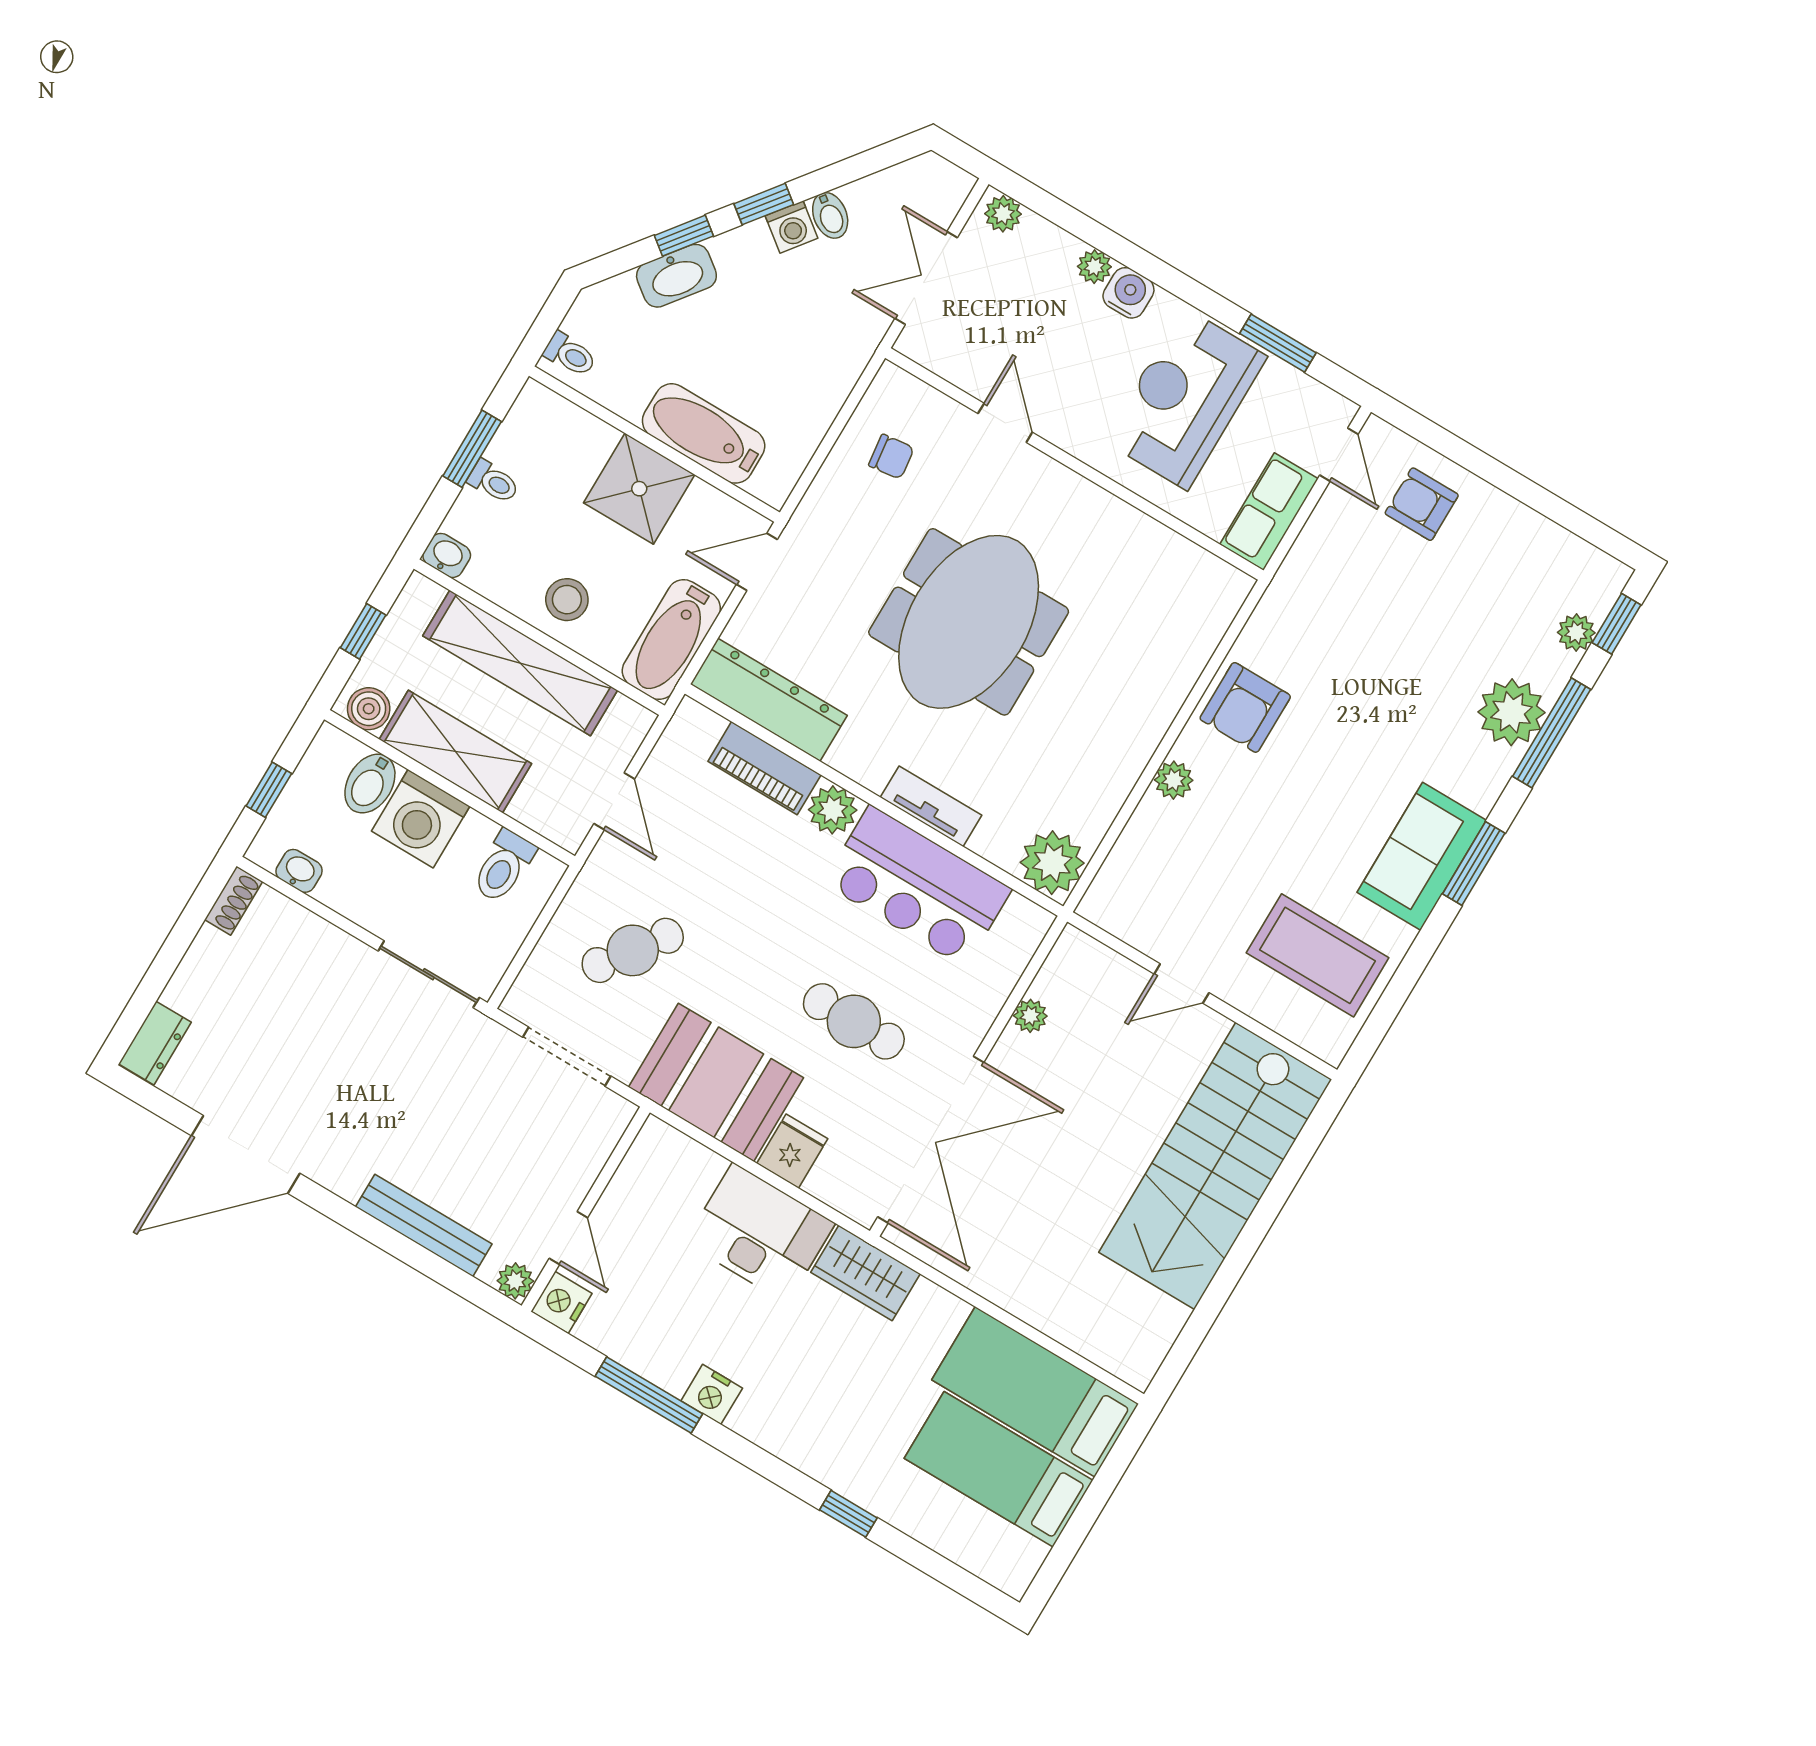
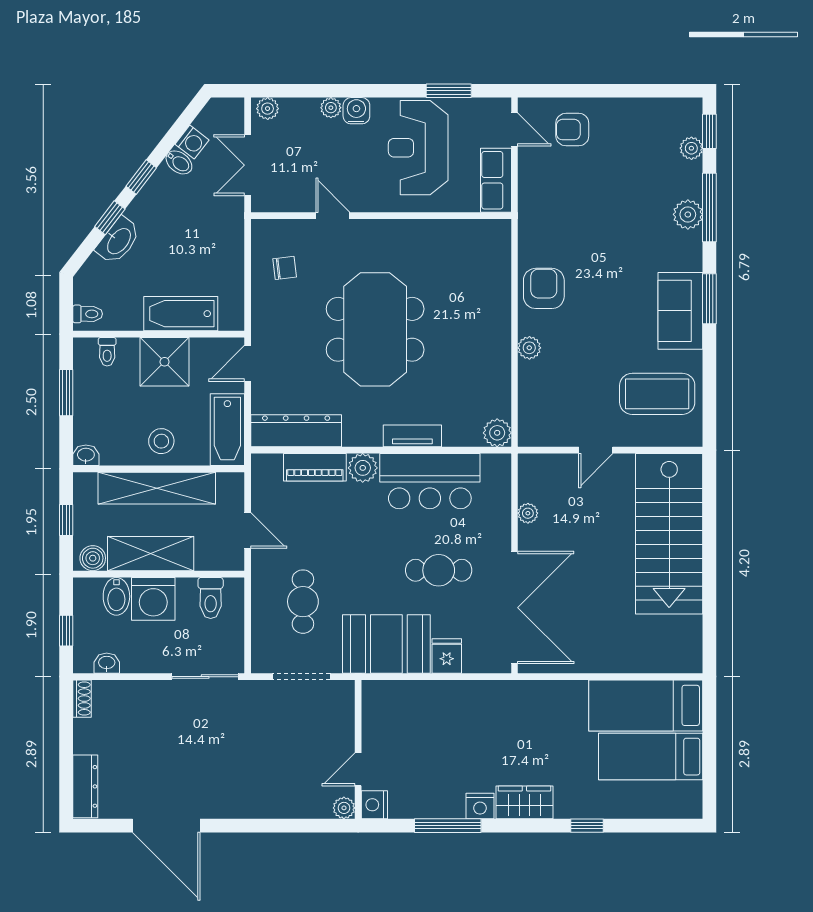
washing machine: (792, 227) -> (192, 142), moved
toilet: (493, 482) -> (107, 352), moved, turned 90
armchair: (1245, 707) -> (544, 288), turned 180
plant: (1512, 712) -> (688, 214), width x0.73, depth x0.73
plant: (1052, 863) -> (497, 433), width x0.73, depth x0.73
cafe table: (633, 950) -> (303, 602), turned -36
dresser: (155, 1043) -> (85, 786), width x1.44
door: (246, 1155) -> (166, 826), hinge flipped
bench: (424, 1225) -> (280, 807), removed
desk: (760, 1233) -> (455, 708), removed
door: (568, 1238) -> (358, 769), swing flipped
wardrobe: (866, 1273) -> (524, 802), moved, turned 180

